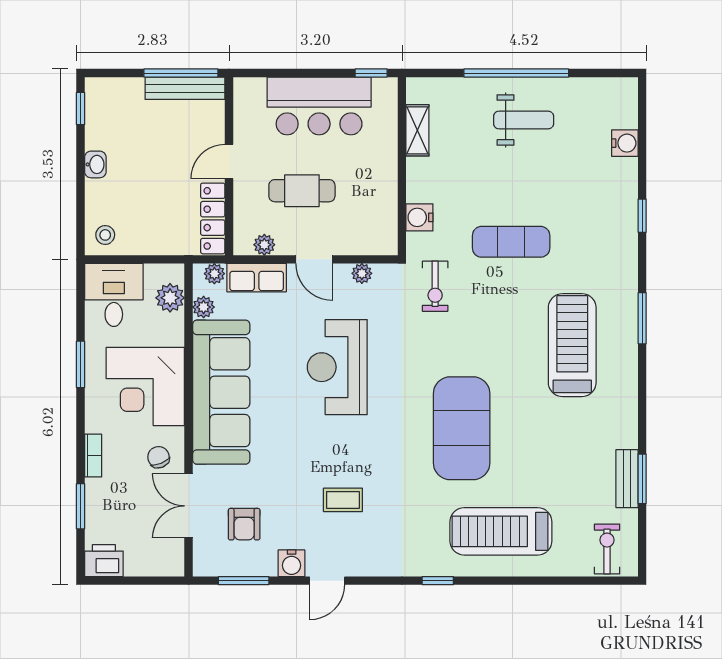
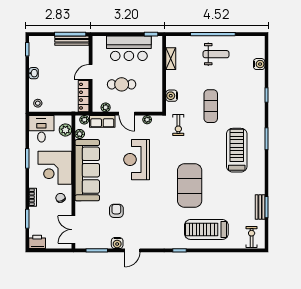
exercise mat: (511, 242) -> (211, 106), turned 90
coffee table: (343, 500) -> (139, 216), removed
double door: (189, 506) -> (73, 230), moved
armchair: (244, 524) -> (116, 211), moved, turned 180

